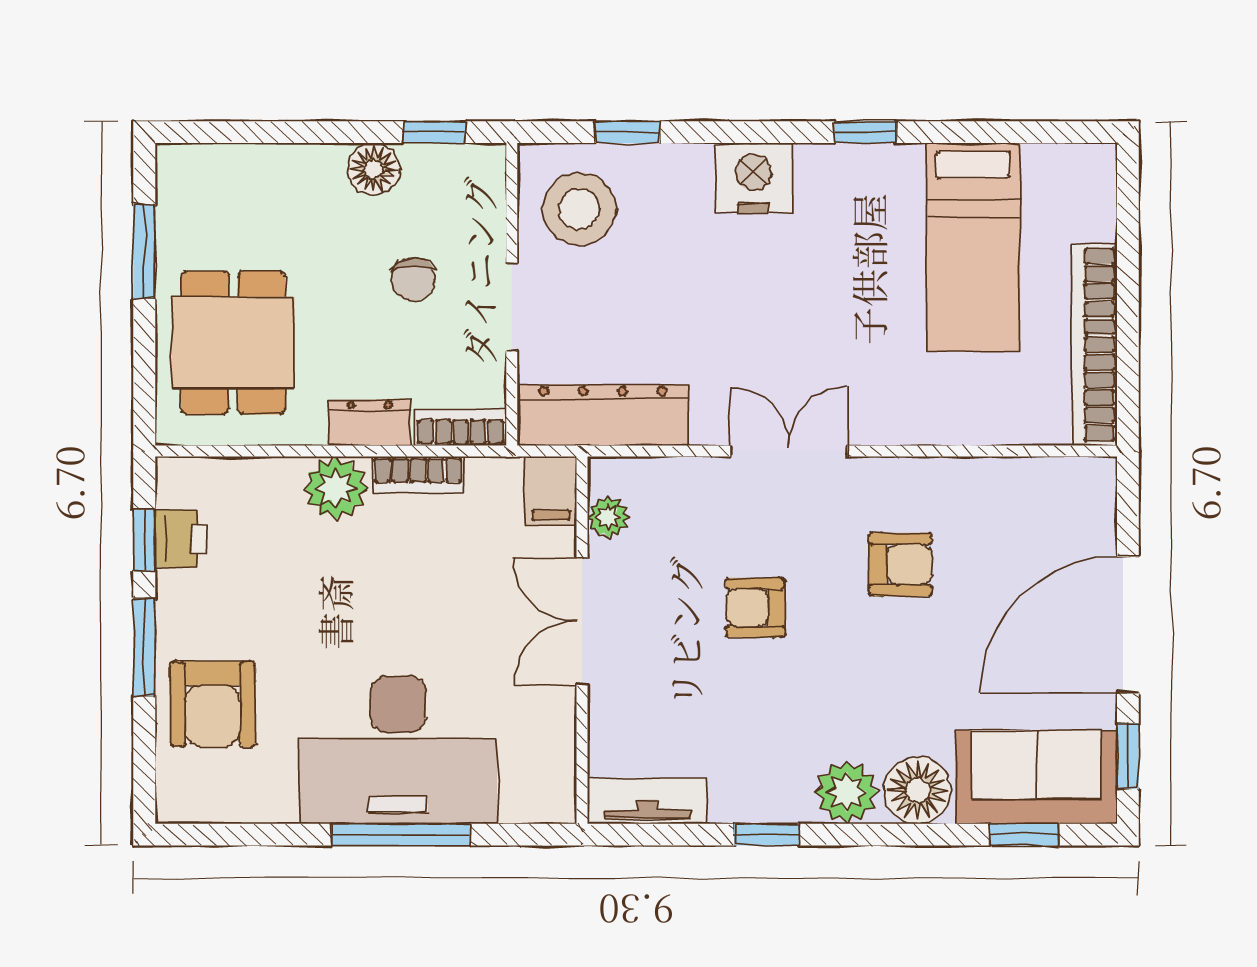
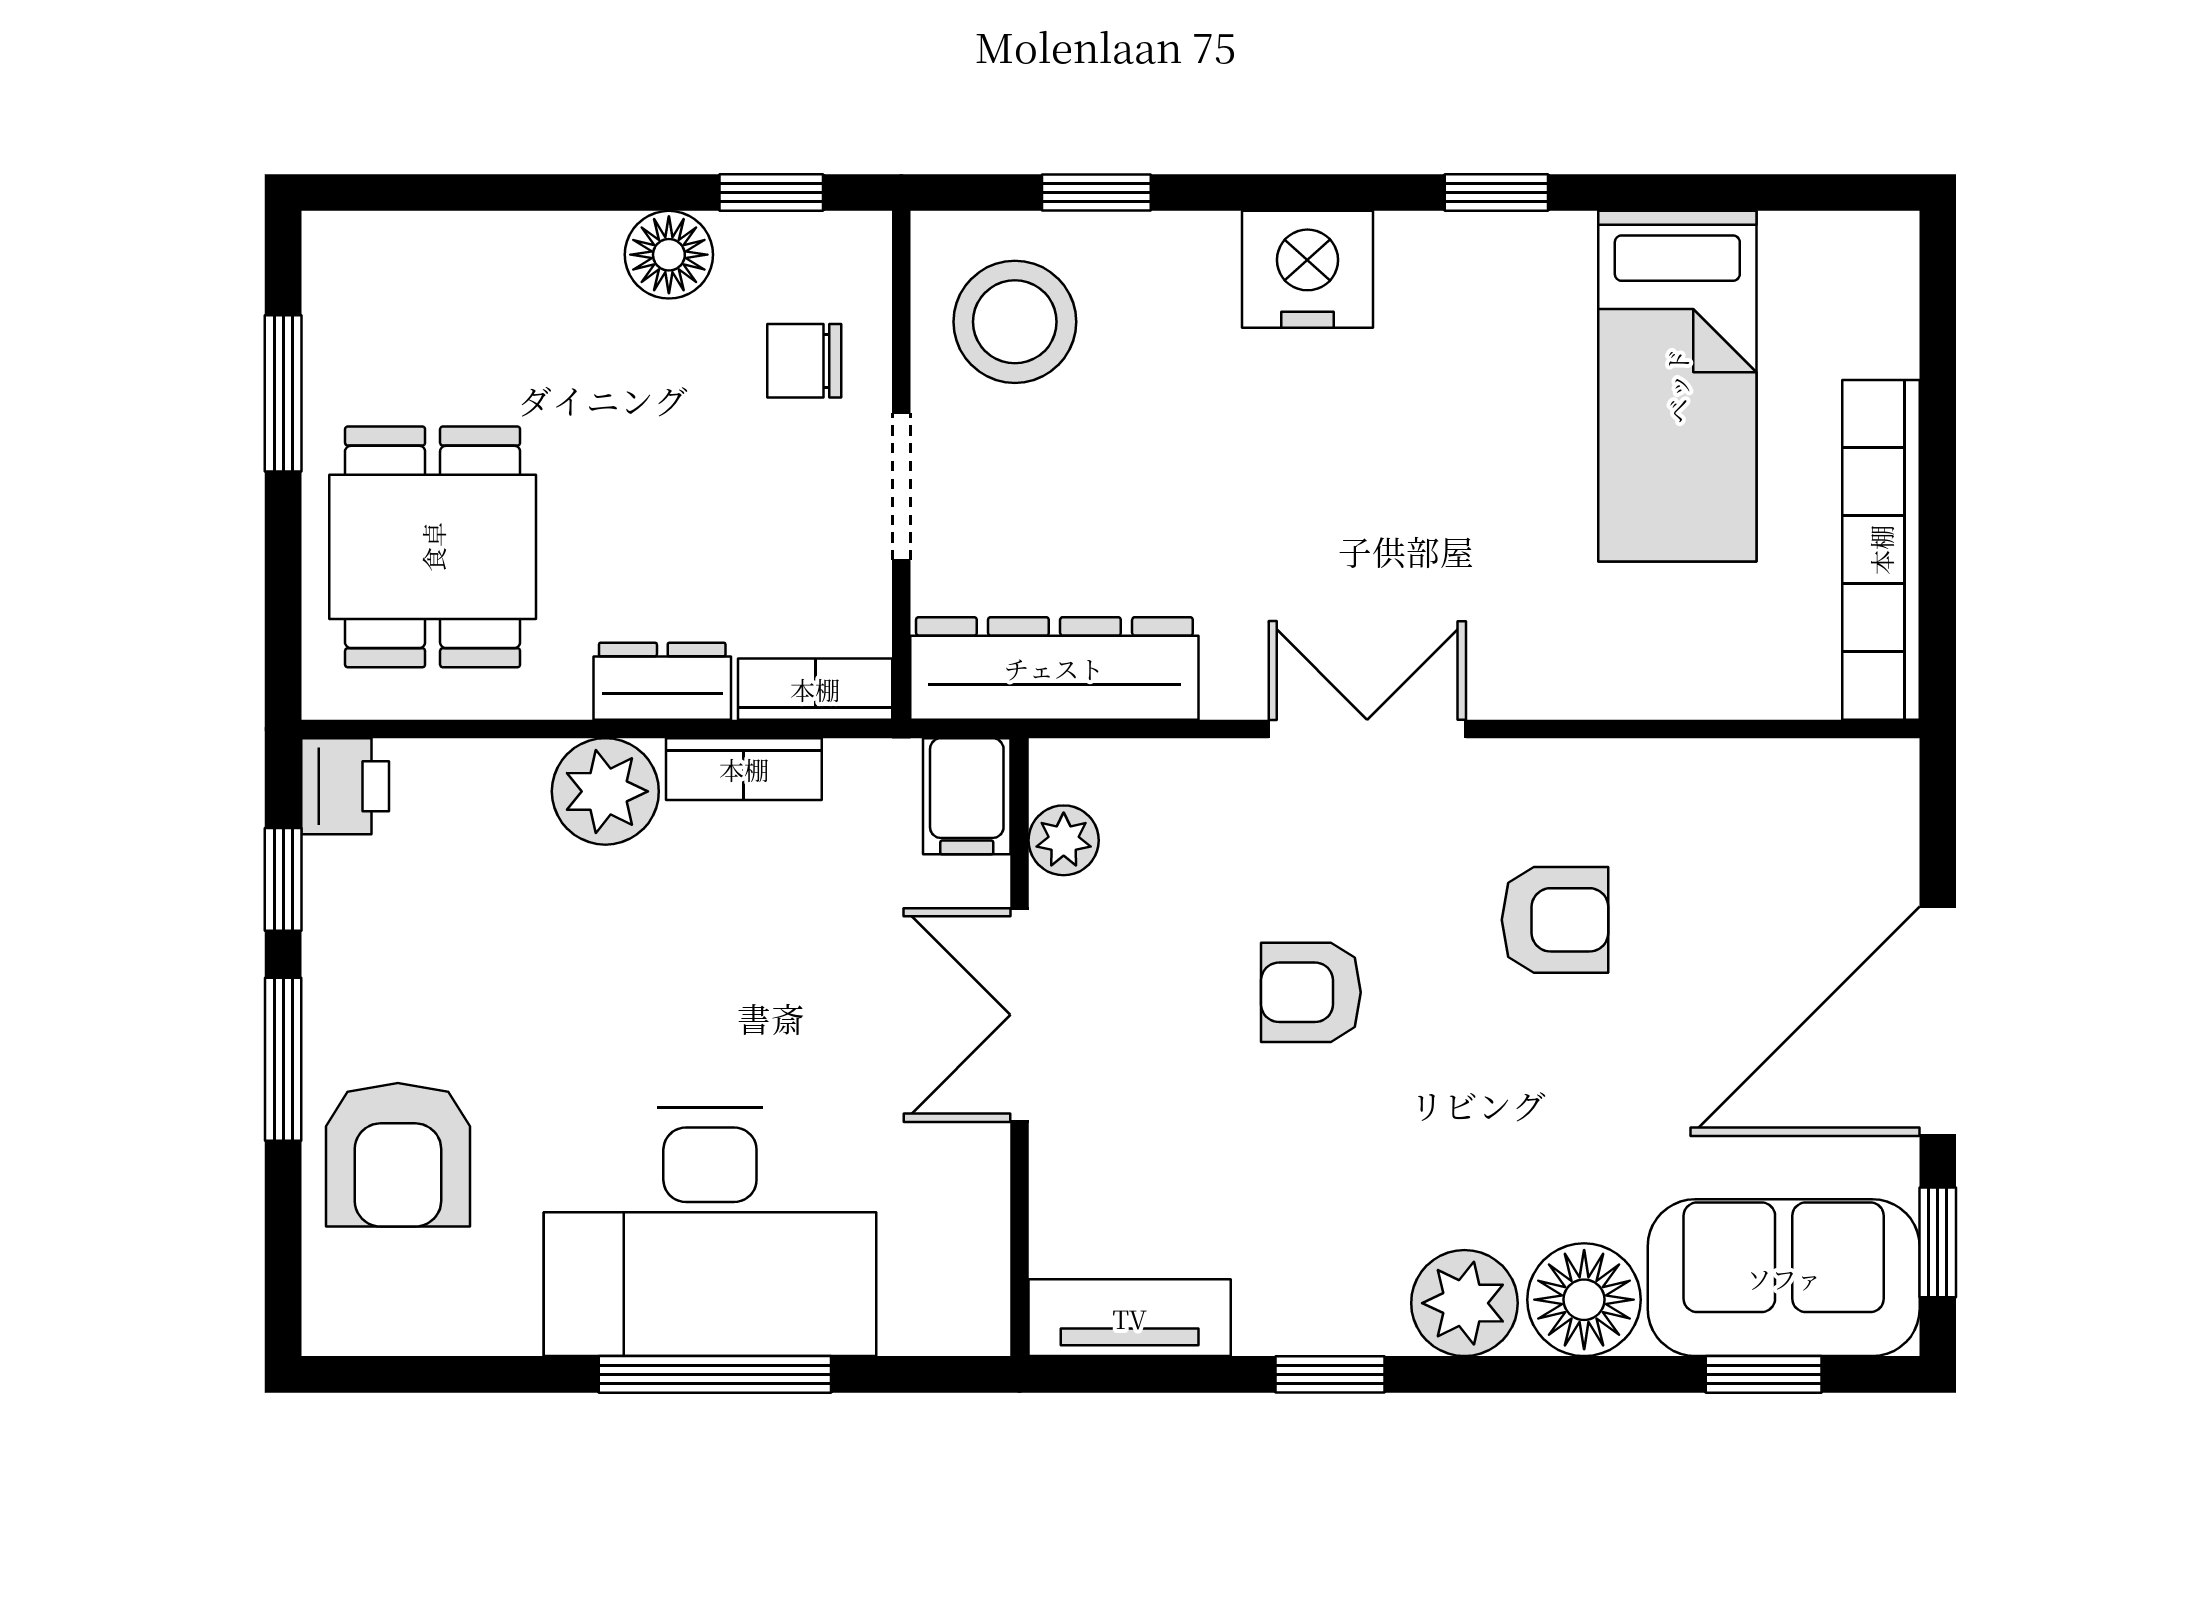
chair: (413, 280) -> (804, 361), moved, turned 90
printer: (181, 539) -> (345, 786), moved

